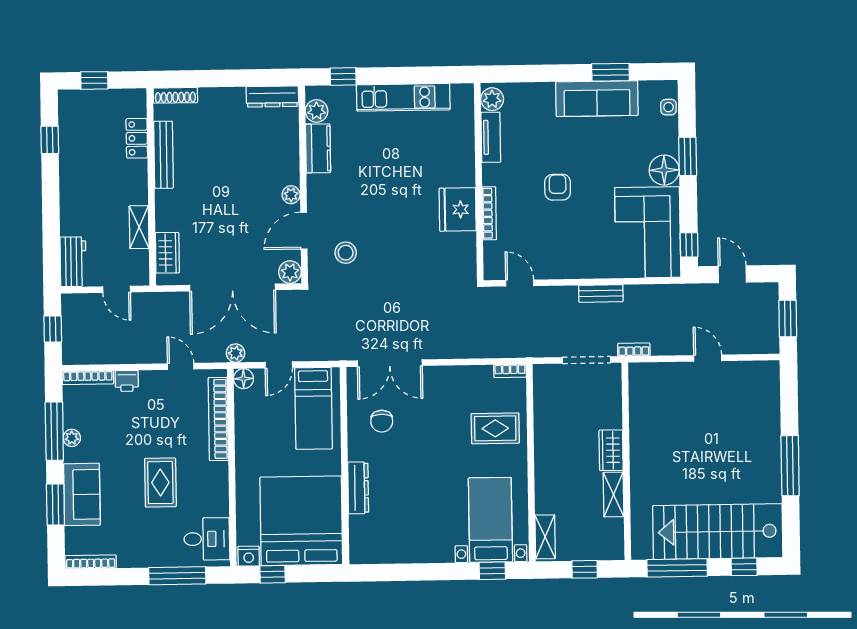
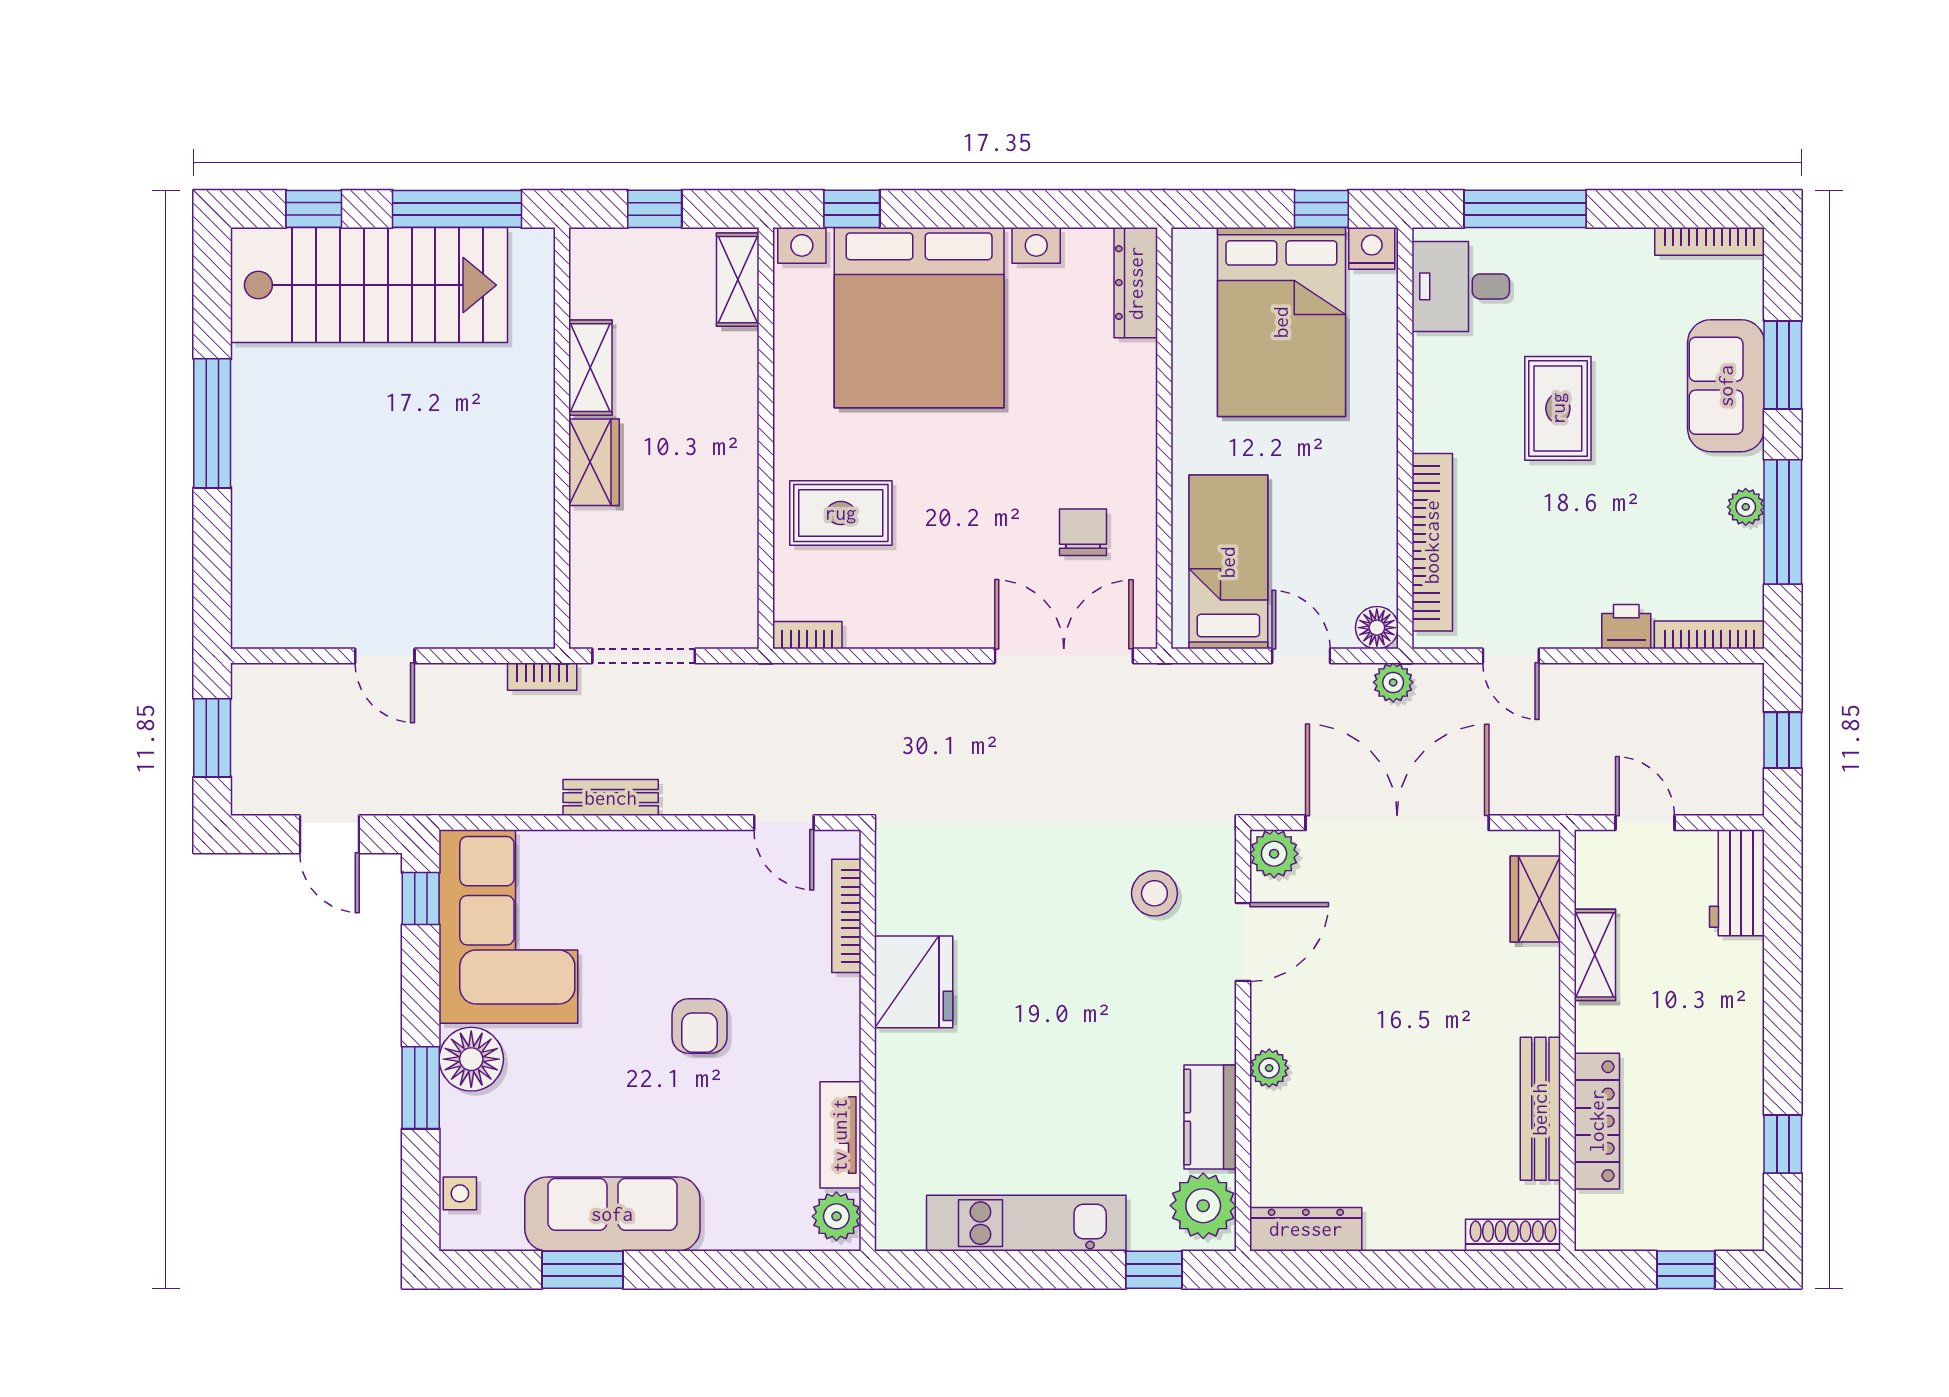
plant: (317, 111) -> (1203, 1206), width x1.36, depth x1.36
locker: (137, 138) -> (1597, 1121), width x1.53
plant: (291, 195) -> (1269, 1068), moved
bookcase: (489, 213) -> (846, 916), moved
door: (279, 365) -> (1301, 656), hinge flipped
dresser: (358, 488) -> (1136, 283), moved
bed with nightstands: (490, 520) -> (919, 318), width x1.85
bed: (301, 521) -> (1281, 322), width x0.73

